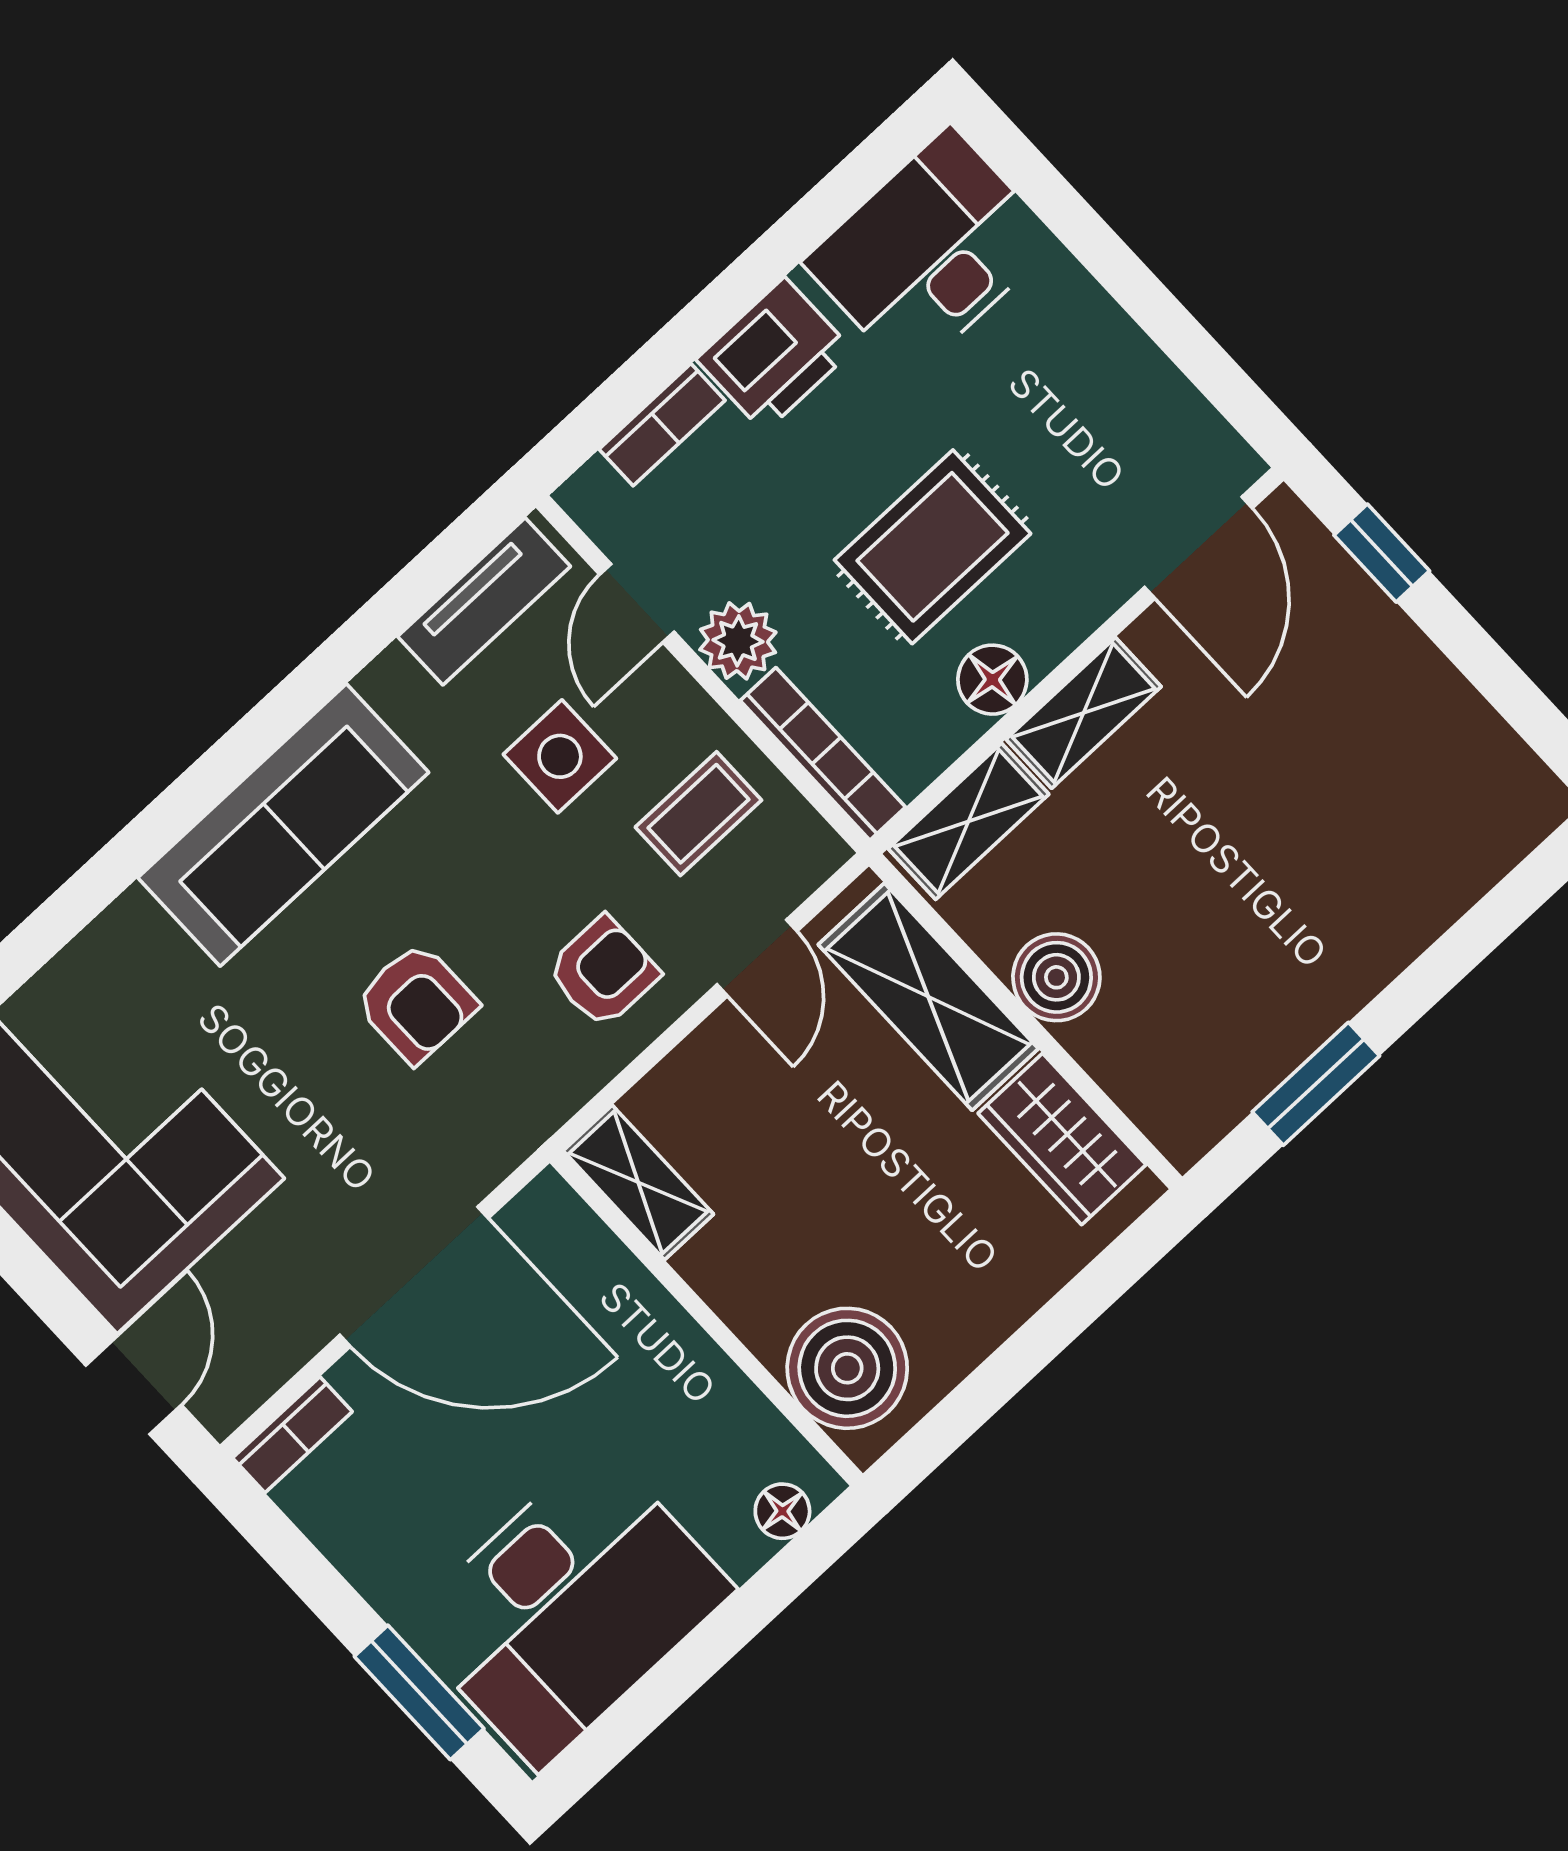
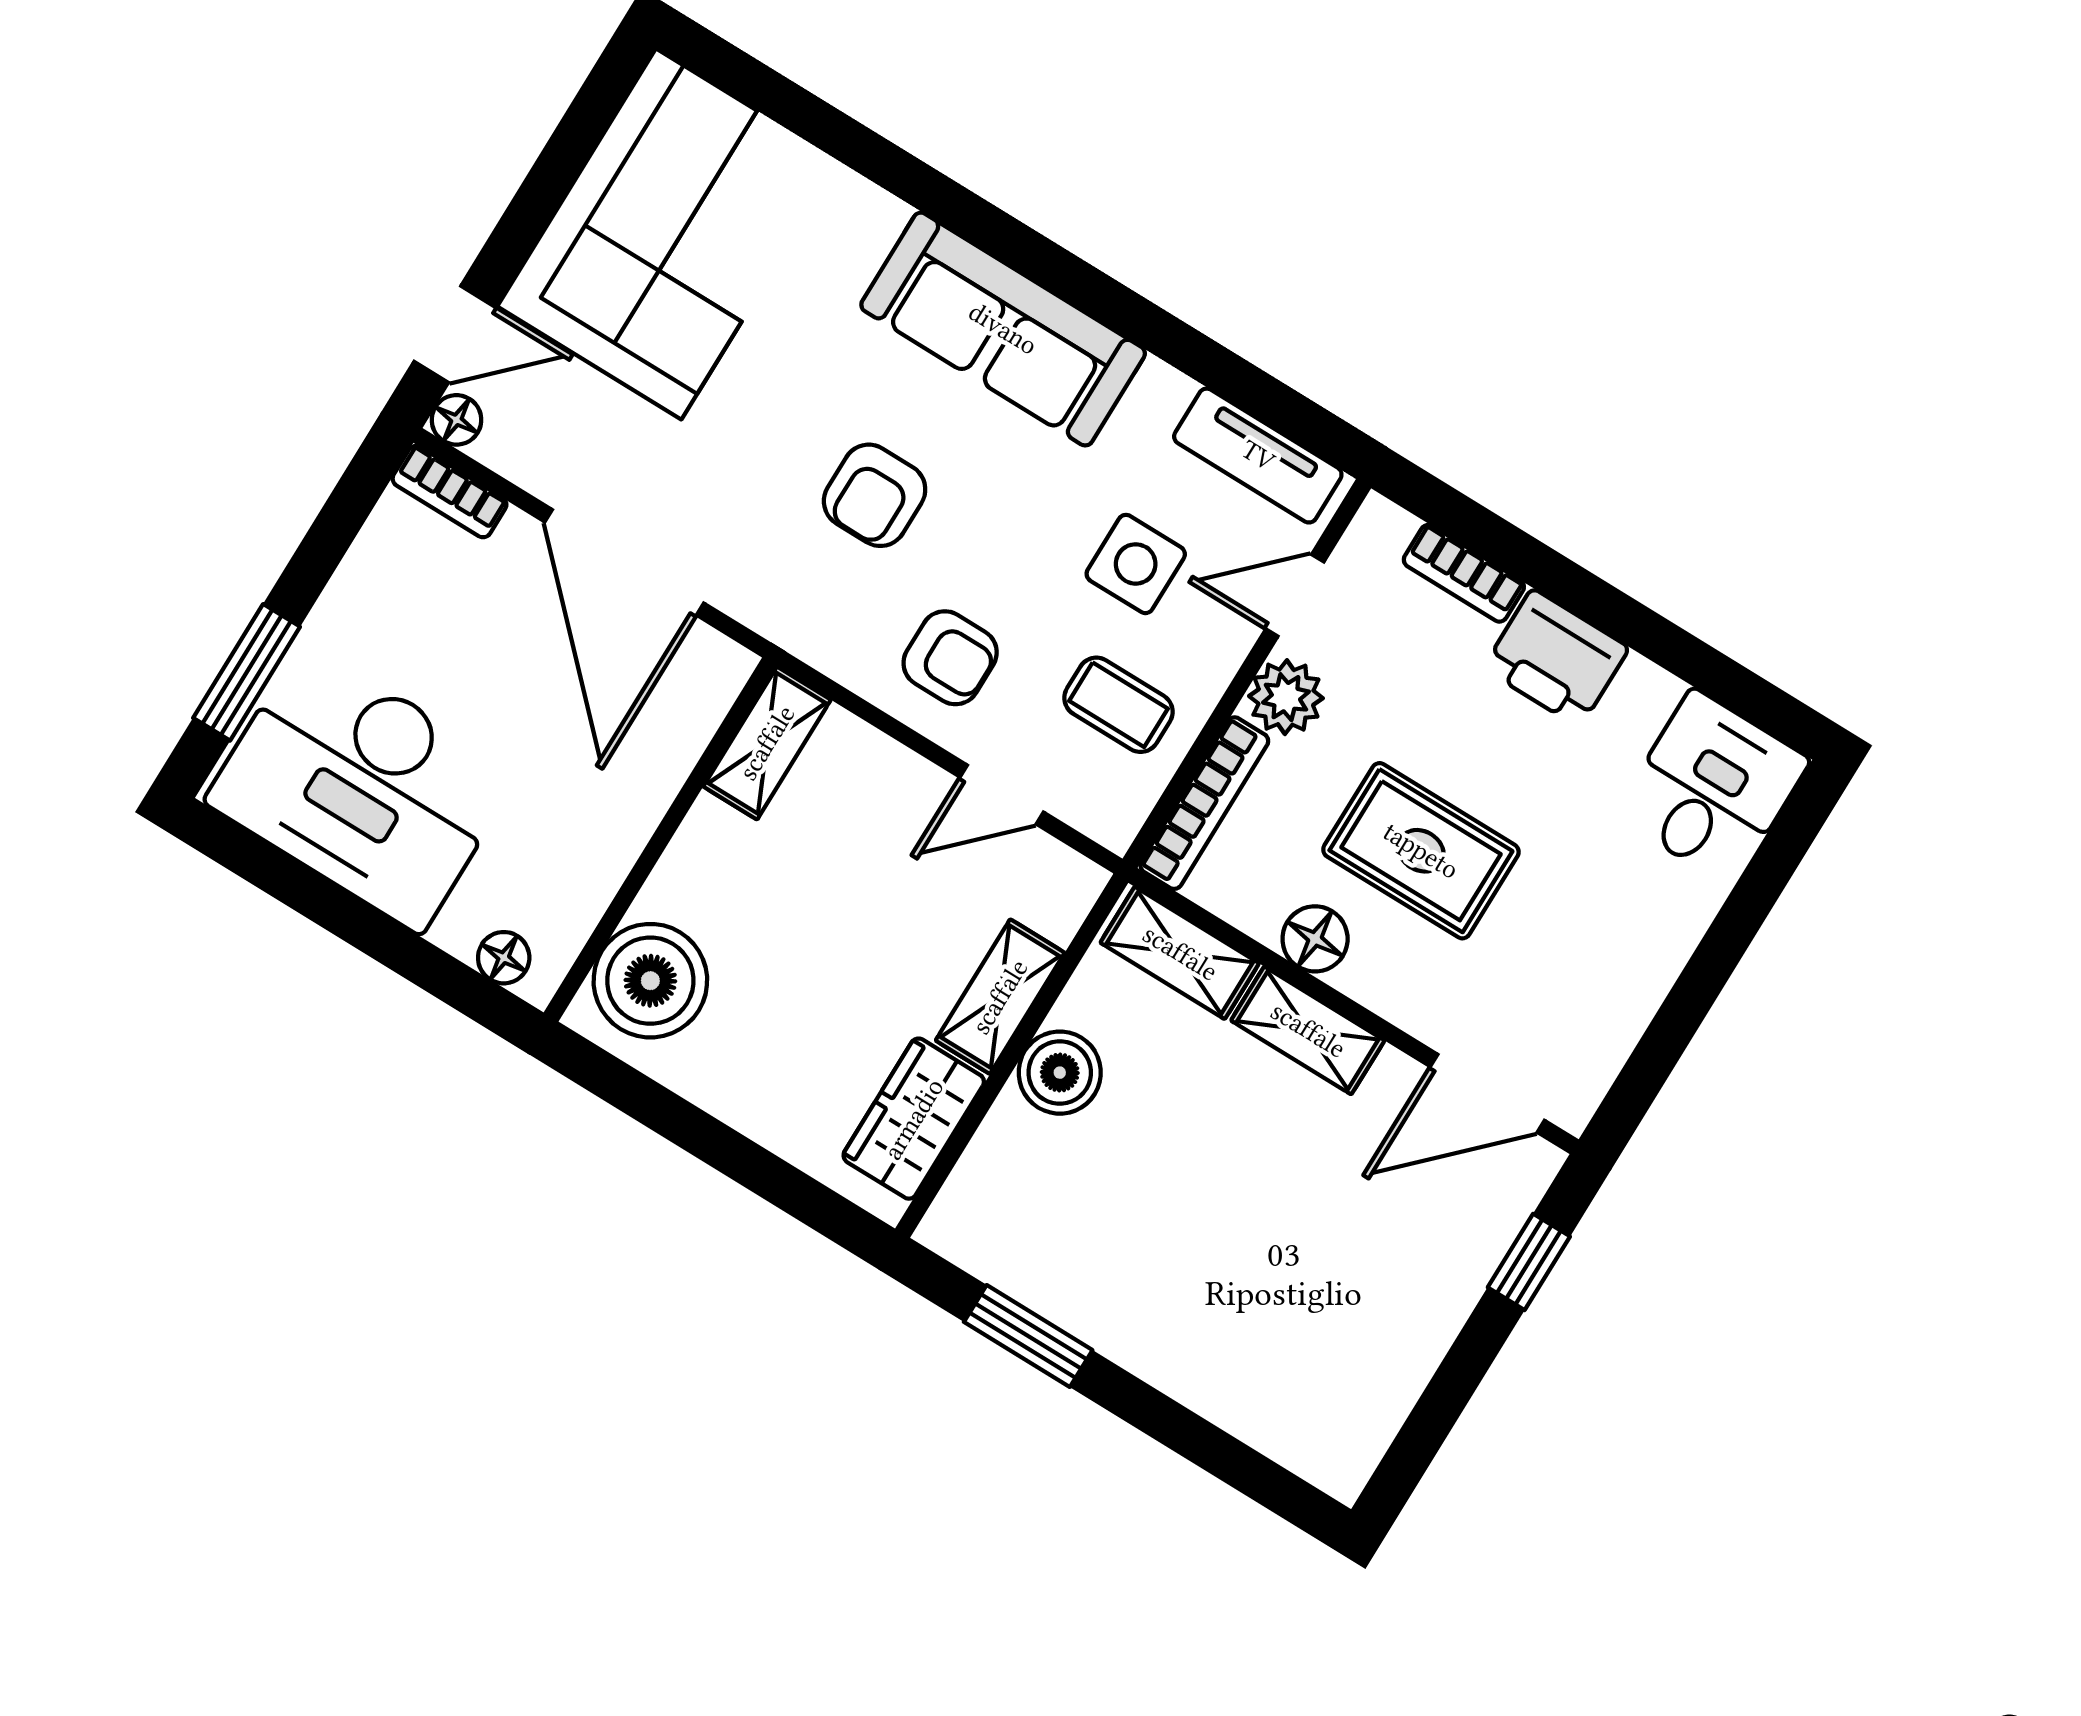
desk: (930, 251) -> (1712, 788), width x0.73
shelving: (928, 997) -> (1000, 997), width x0.67, depth x0.75
floor lamp: (221, 1407) -> (456, 420), added

